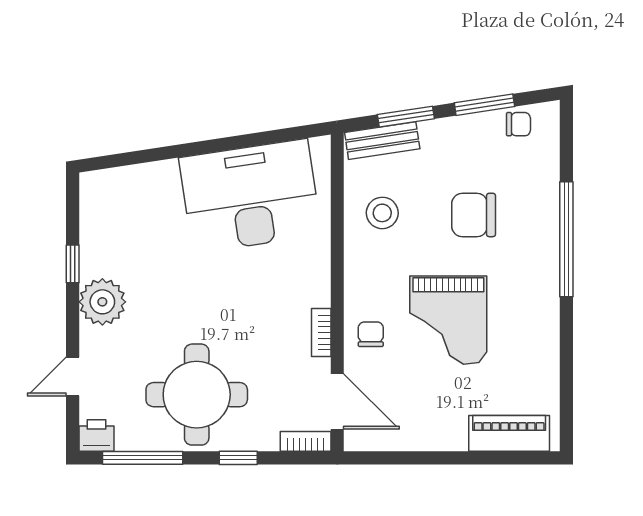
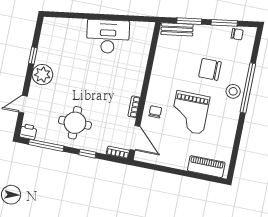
desk: (250, 196) -> (108, 37), width x0.73, depth x0.77
stool: (382, 213) -> (233, 91), moved
round table: (197, 395) -> (75, 123), width x0.73, depth x0.73

